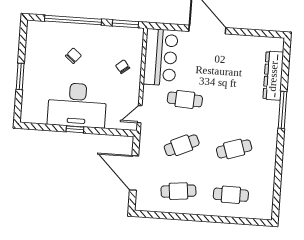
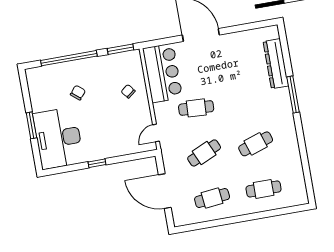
desk: (77, 105) -> (58, 138), moved, turned 90

